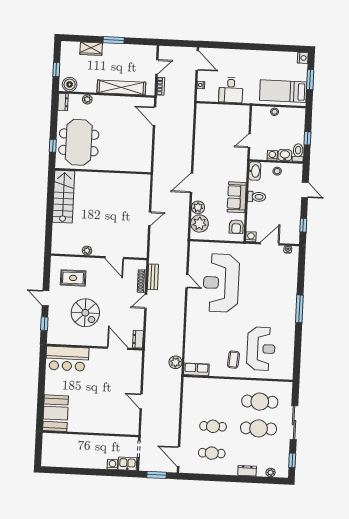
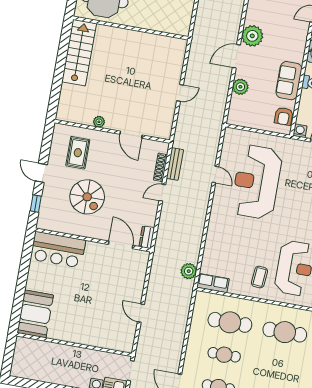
plant: (199, 224) -> (252, 36), moved
rug: (73, 278) -> (78, 153), turned 90
cafe table: (259, 428) -> (230, 322), moved

